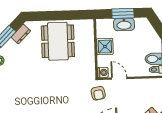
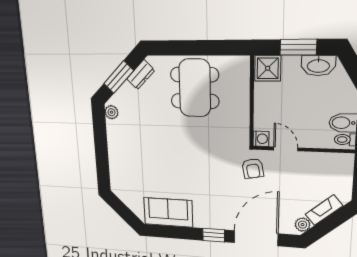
washbasin: (124, 24) -> (318, 65), moved
shower: (105, 47) -> (268, 68), moved

